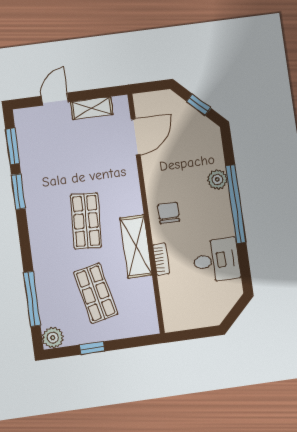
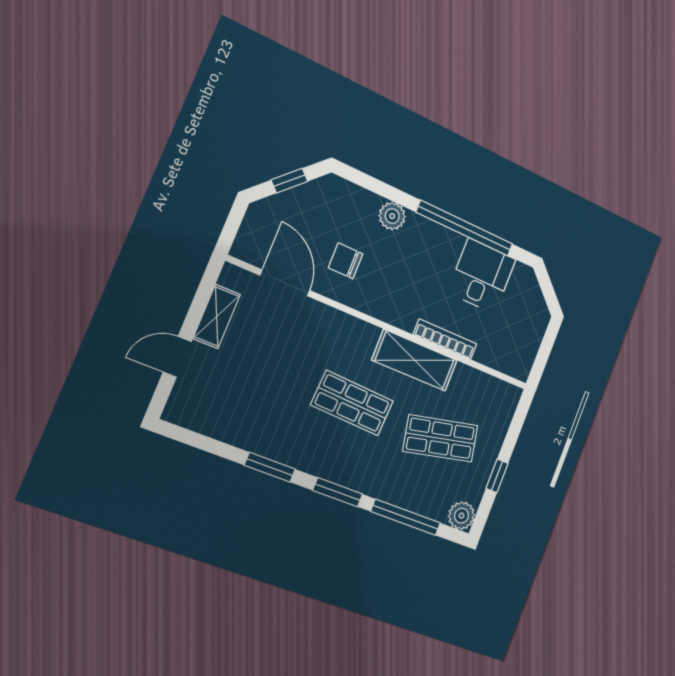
door: (55, 99) -> (177, 357), hinge flipped
window: (12, 146) -> (338, 492), moved
window: (236, 204) -> (465, 228), moved
chair: (168, 213) -> (346, 261), moved
bookcase: (161, 259) -> (445, 339), width x1.56

